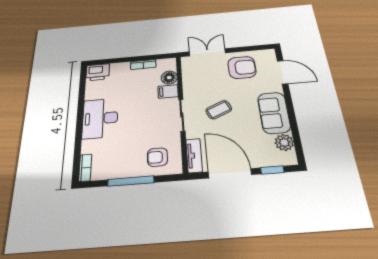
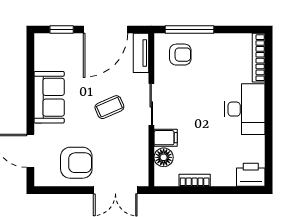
armchair: (242, 67) -> (76, 163), turned 180
plant: (284, 142) -> (44, 60), removed
bookcase: (85, 168) -> (259, 58), width x1.56
door: (230, 173) -> (105, 30), hinge flipped
window: (131, 181) -> (189, 30), moved

